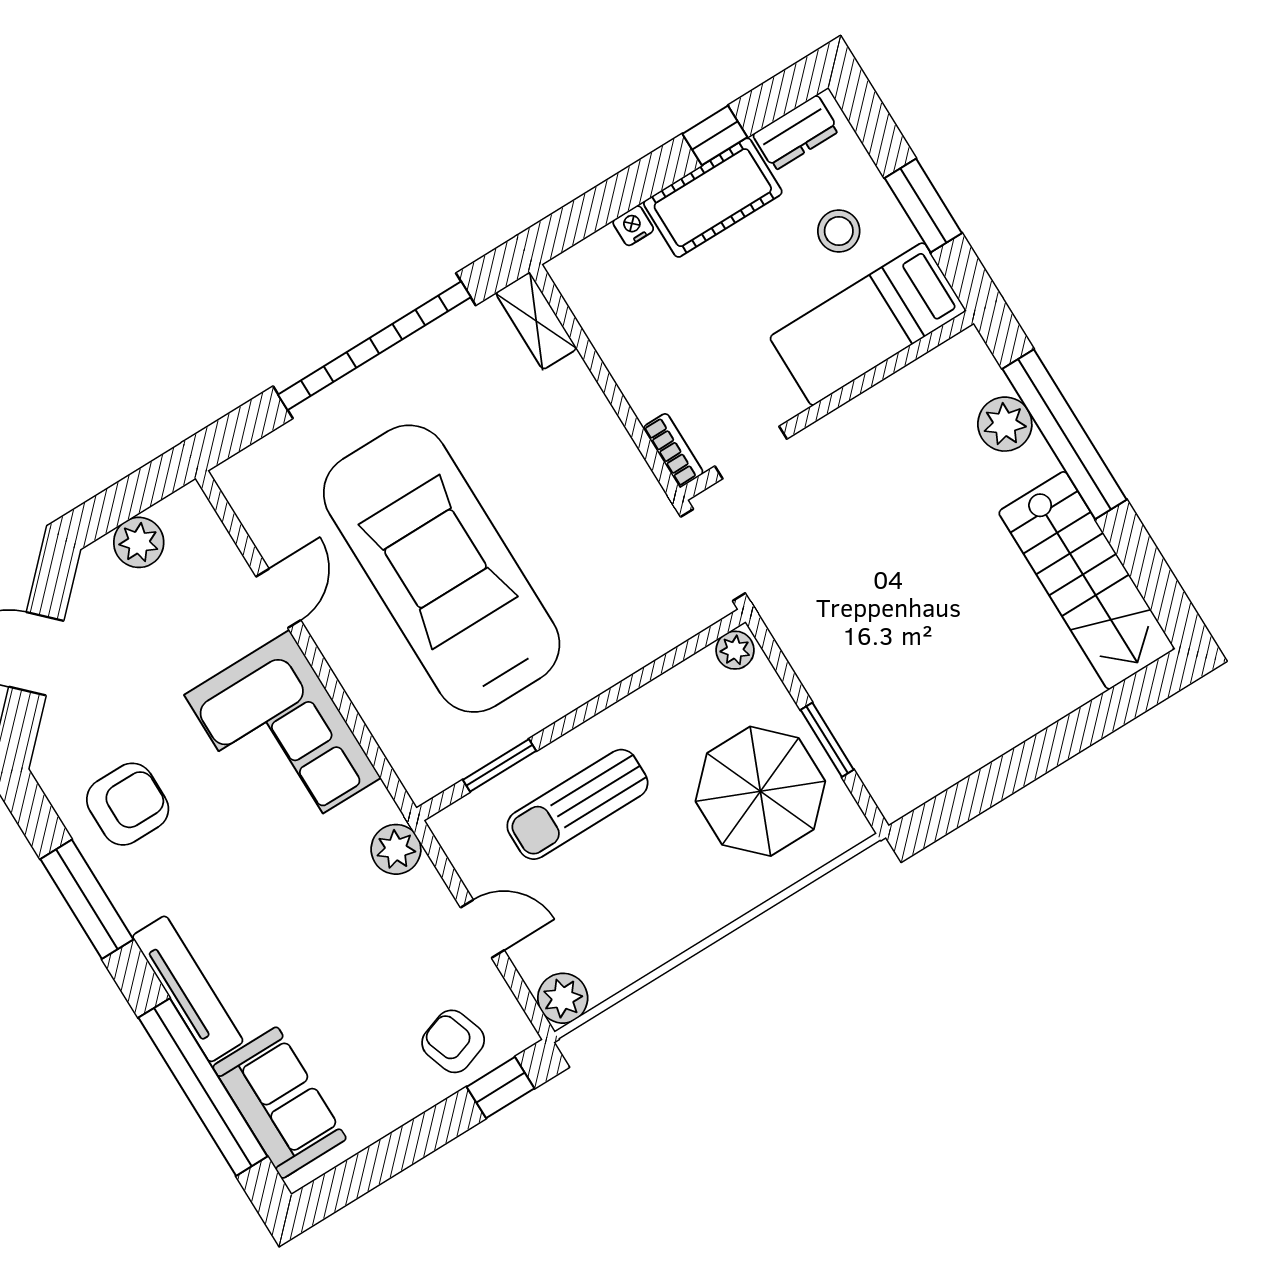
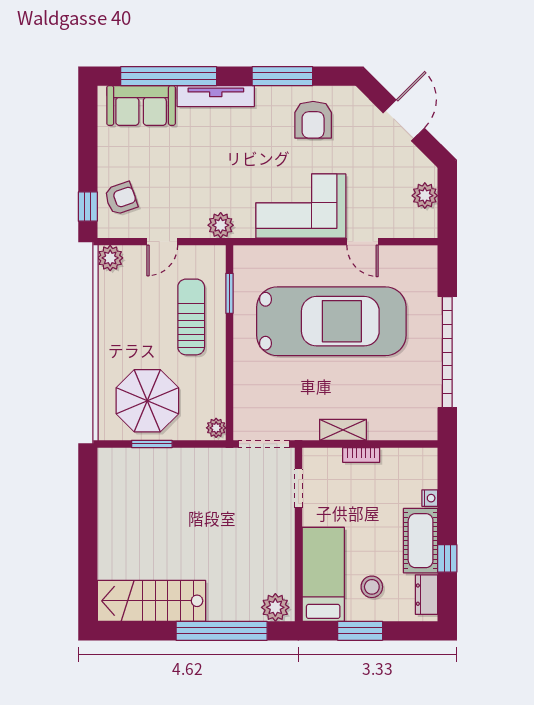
shelving: (536, 321) -> (343, 430), moved
plant: (1005, 424) -> (275, 607), moved
bookcase: (673, 450) -> (361, 455), moved

